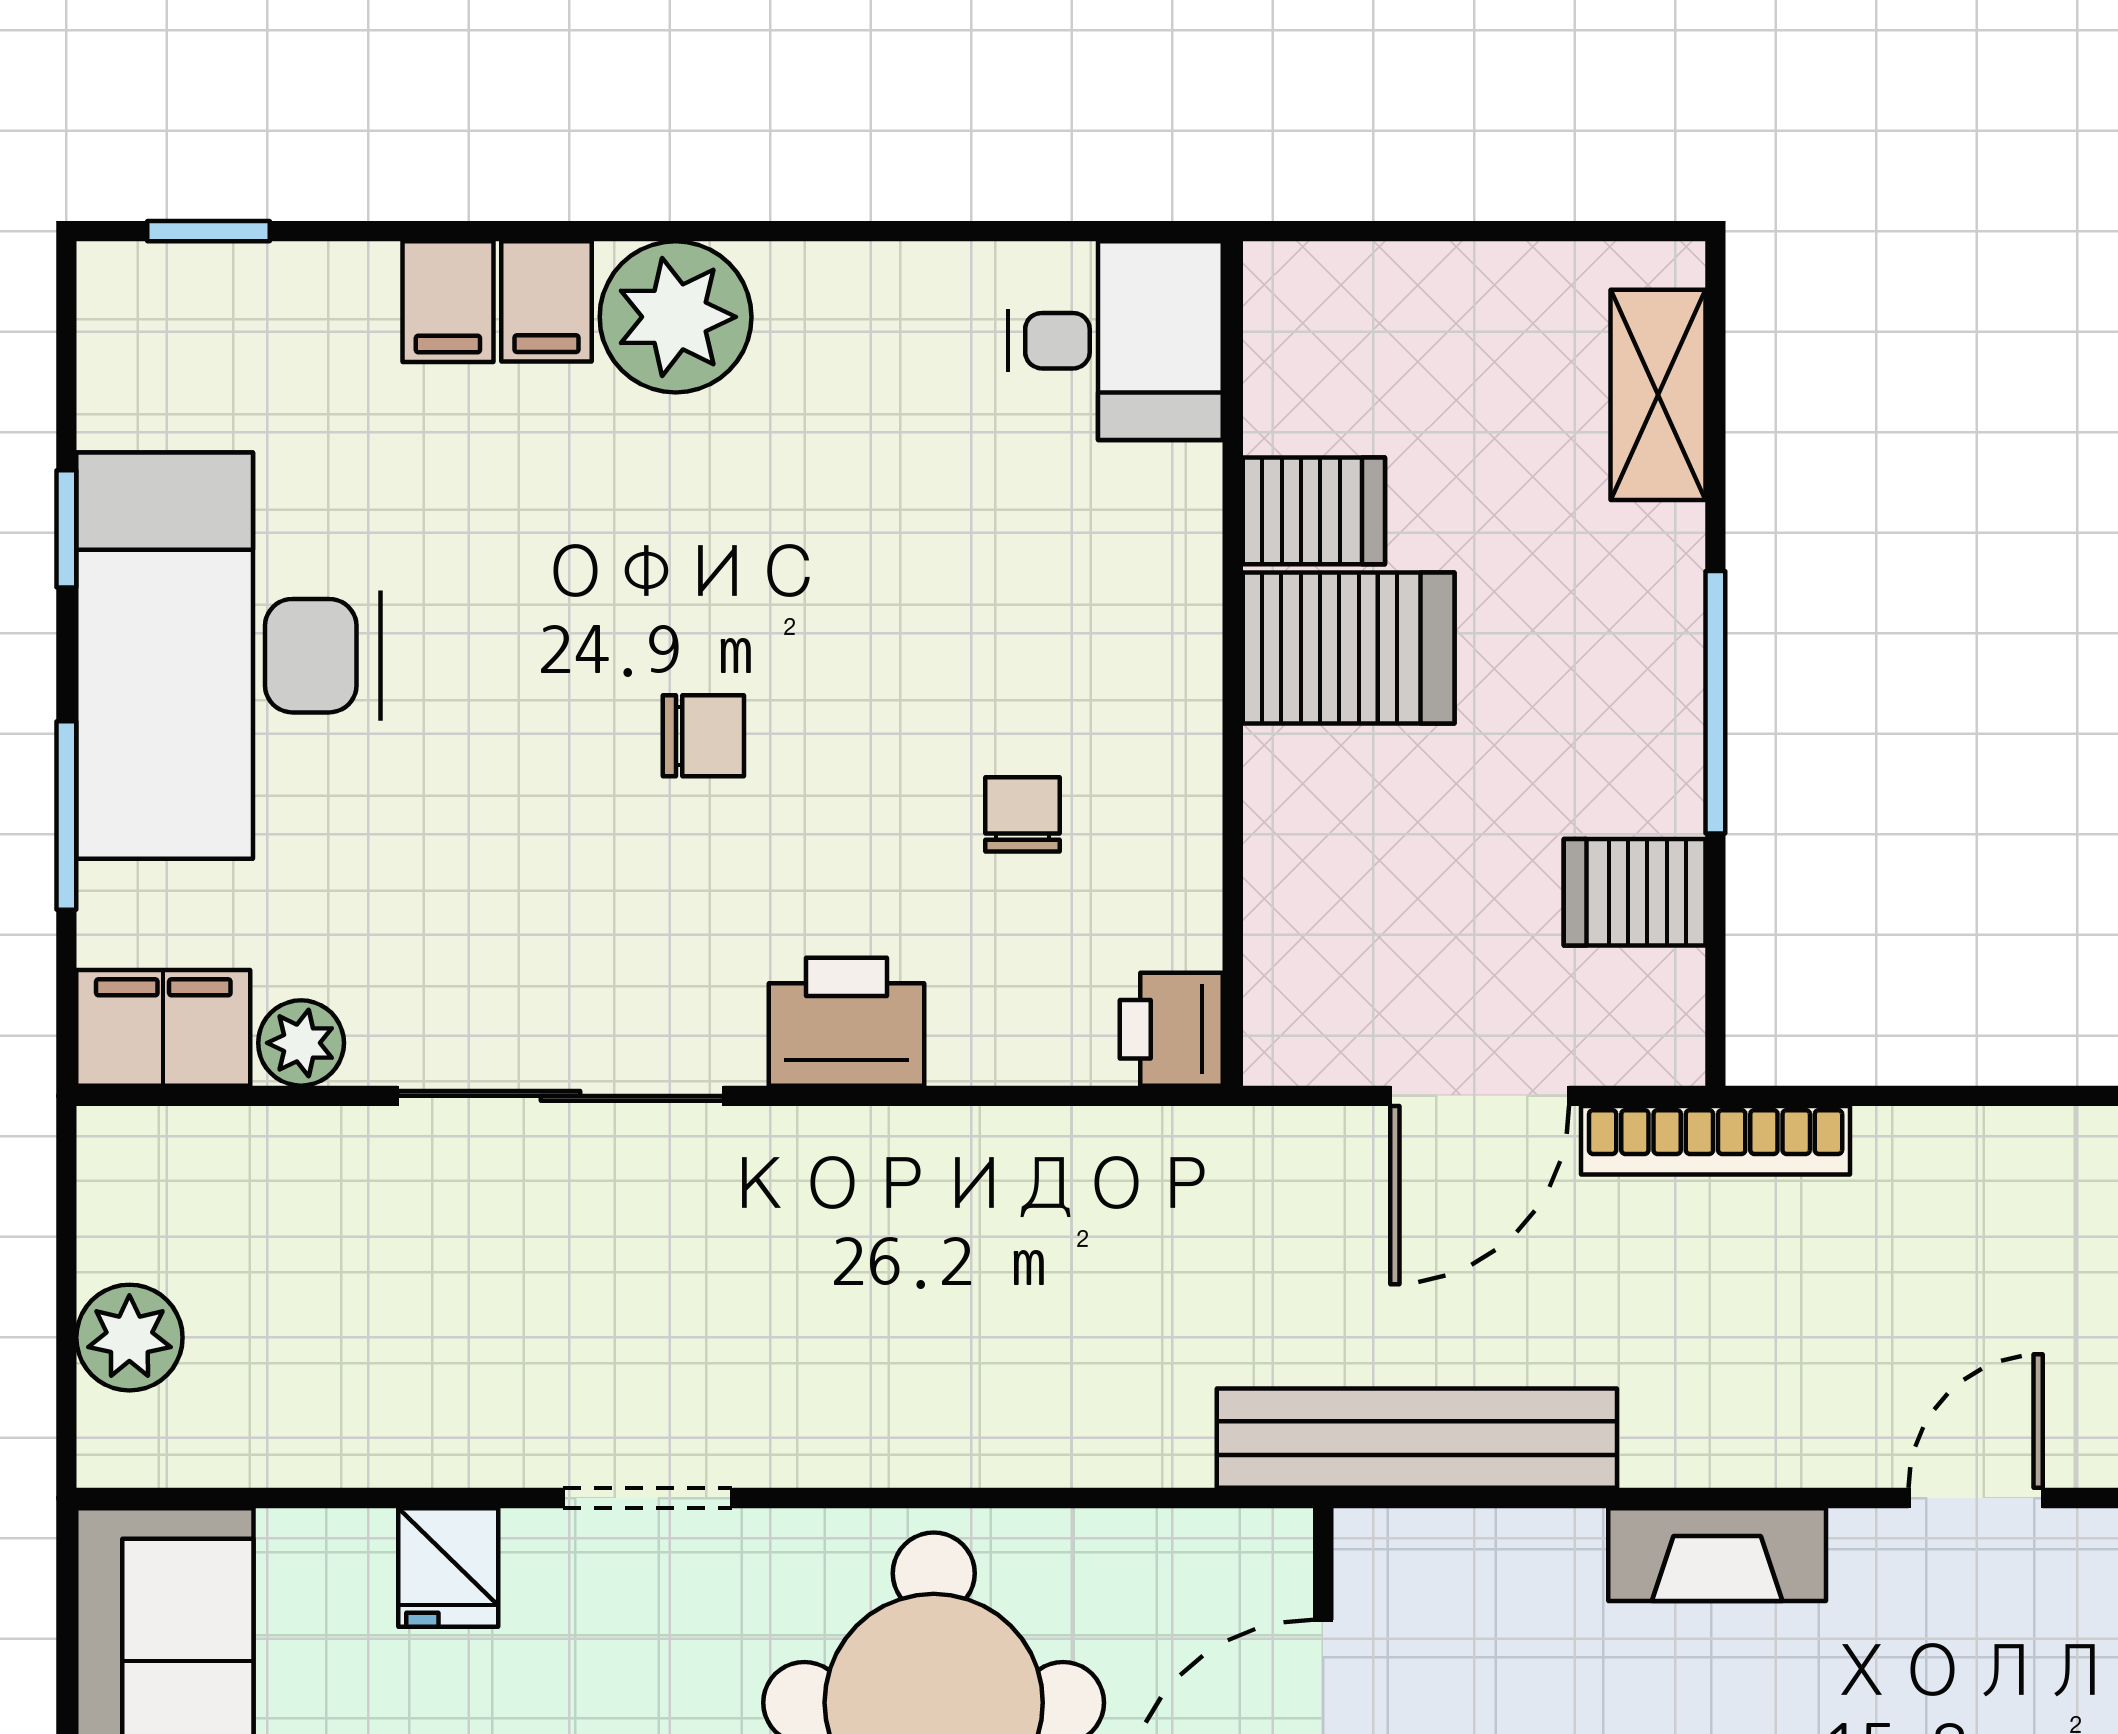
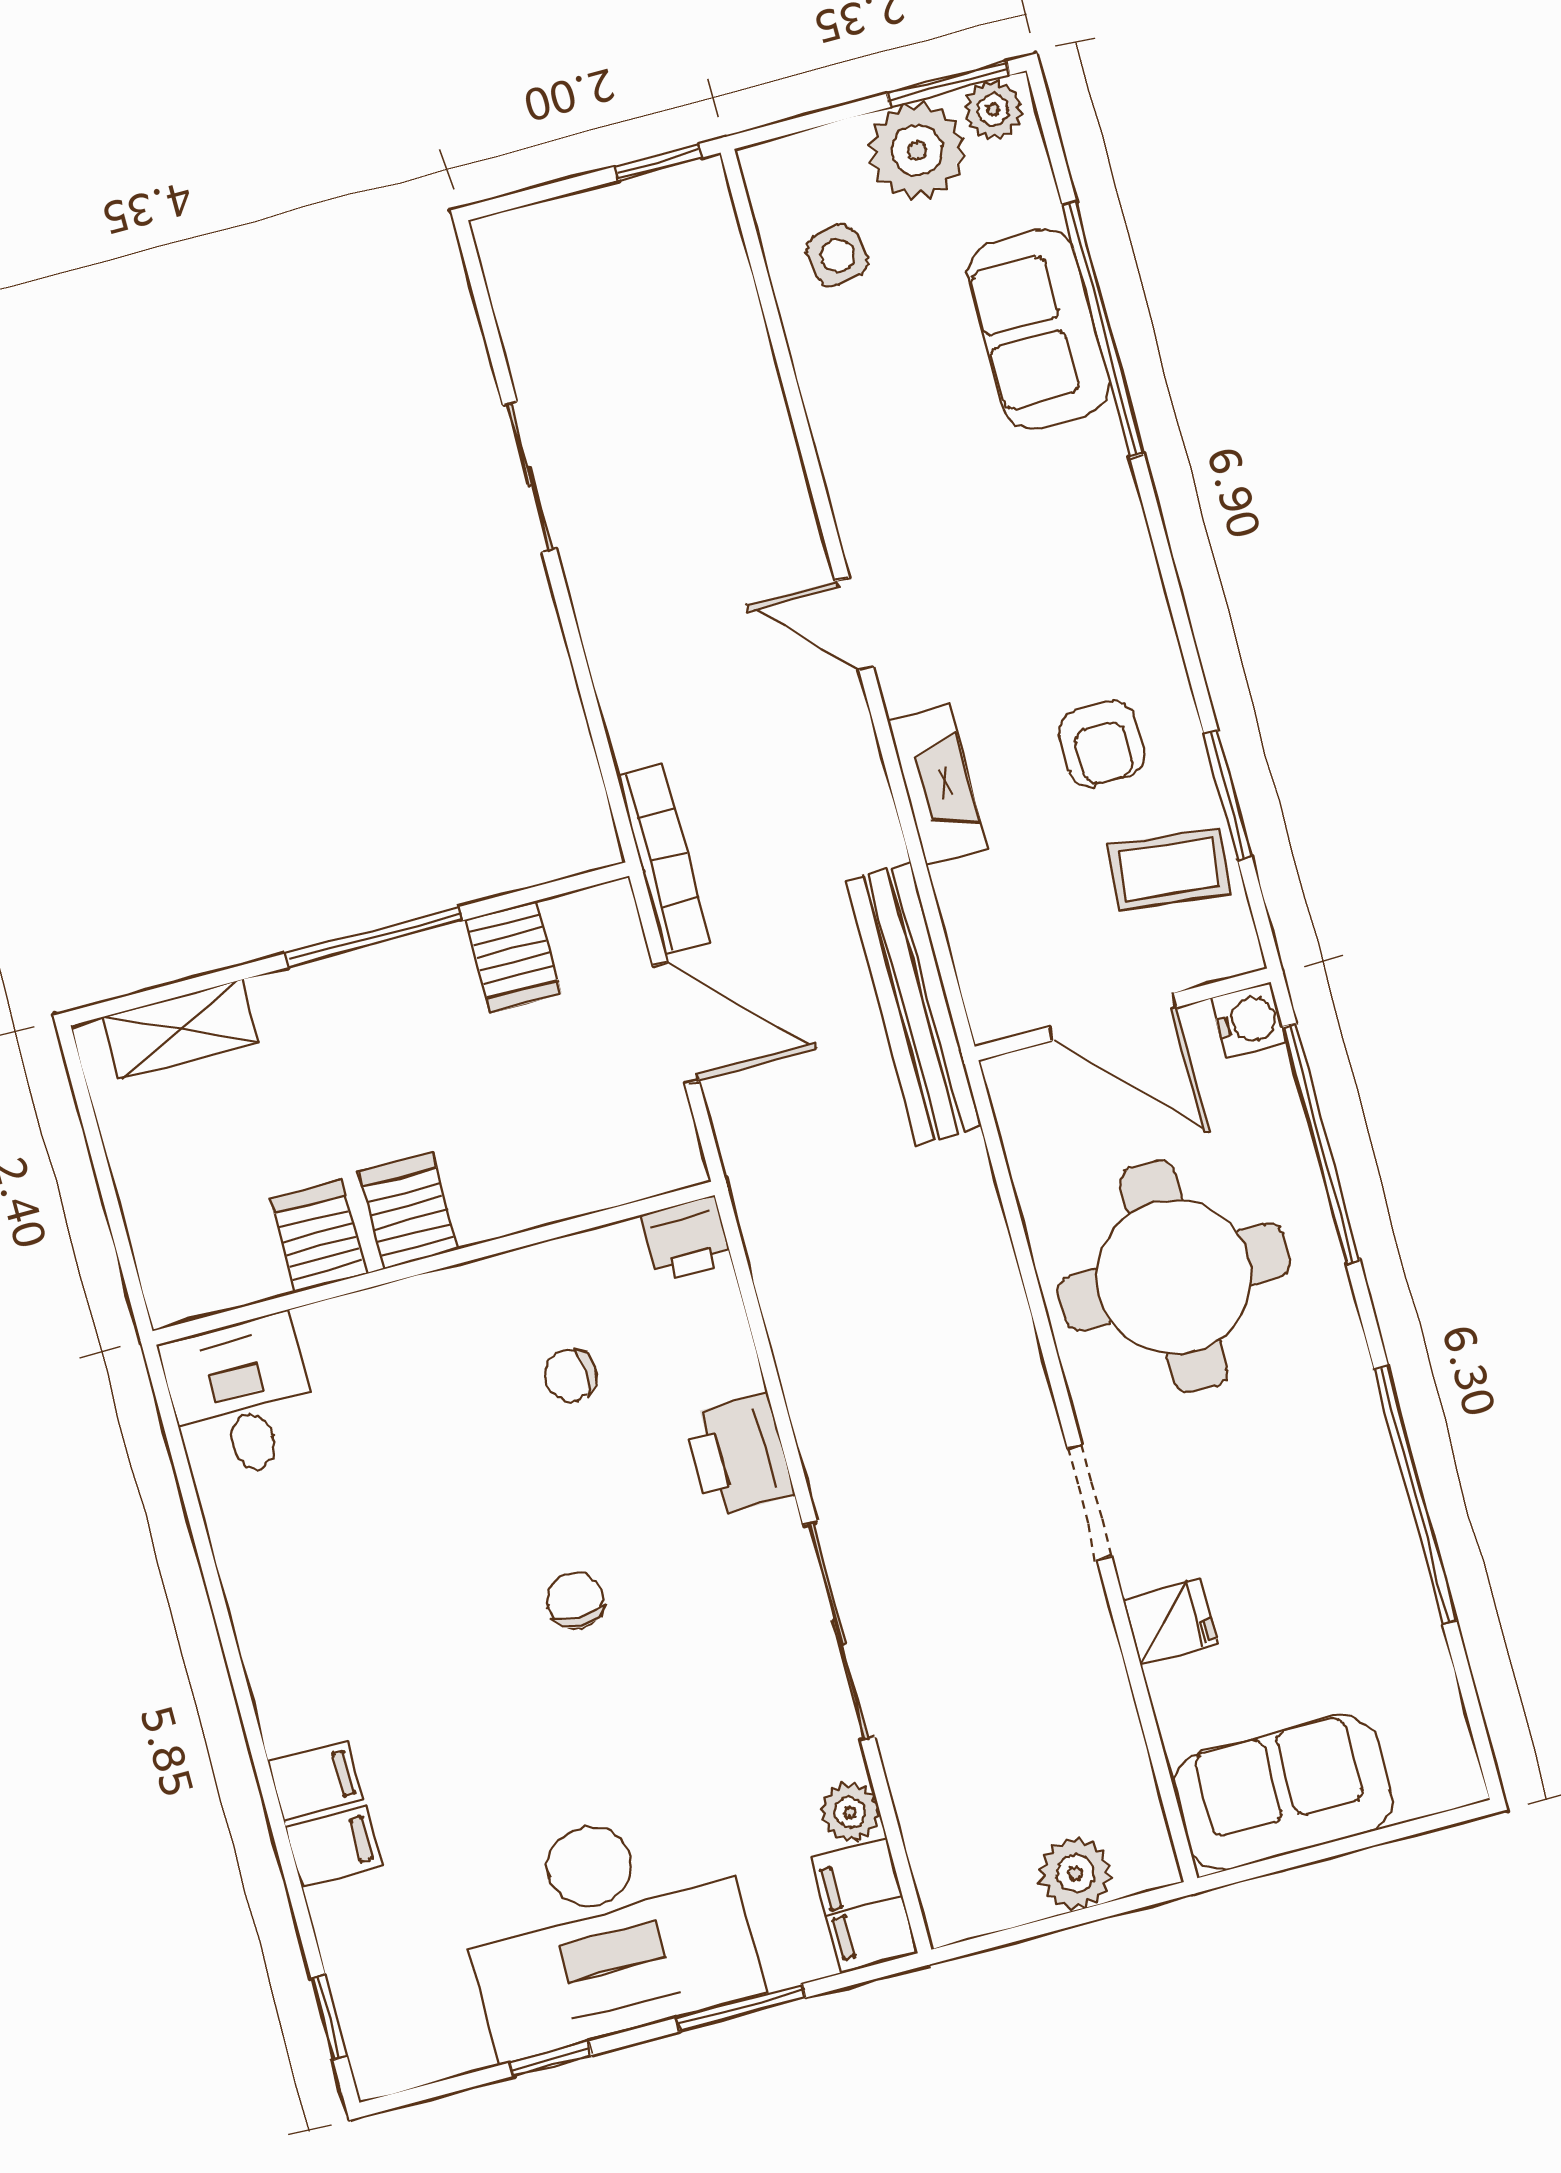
plant: (676, 317) -> (303, 1693), removed
server rack: (1349, 648) -> (409, 1211), width x0.73, depth x0.70

